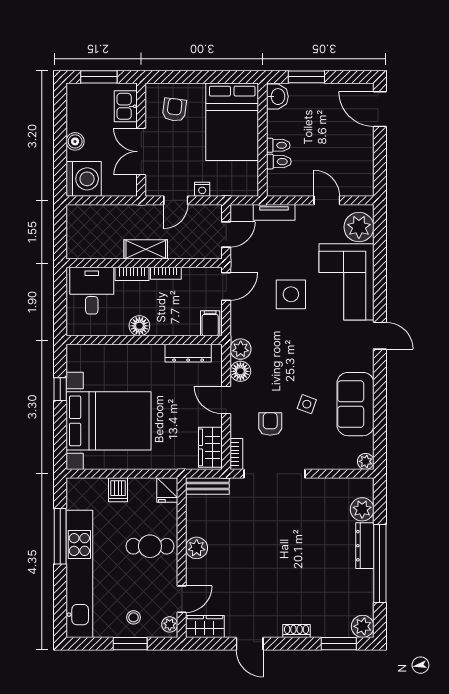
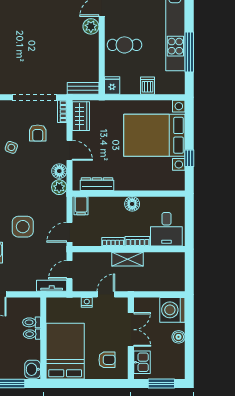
armchair: (174, 110) -> (107, 360), turned -97
tv unit: (274, 212) -> (52, 286), moved
plant: (197, 548) -> (91, 26), moved

